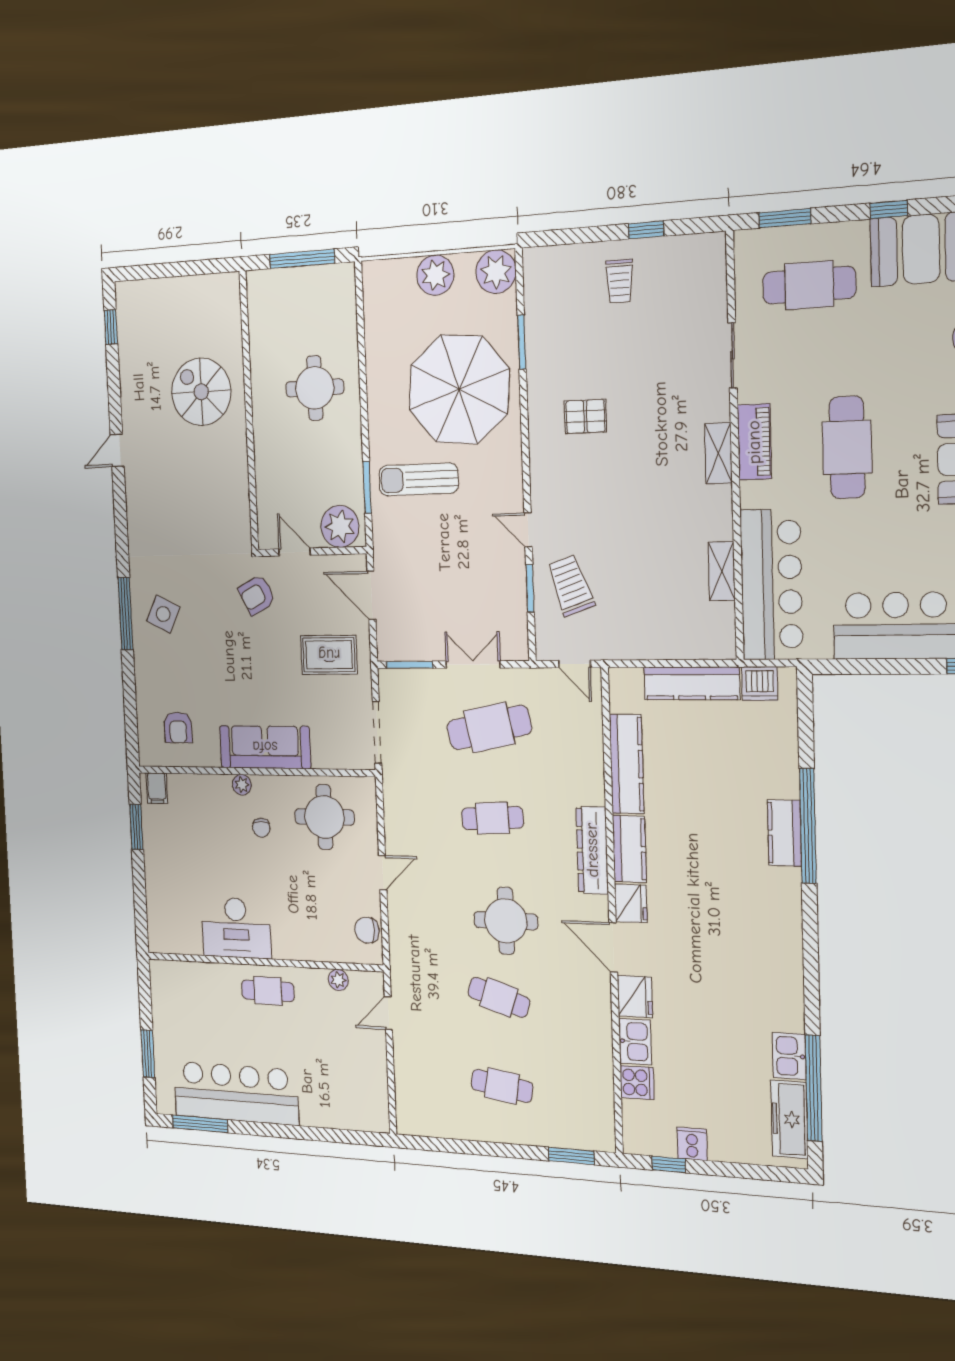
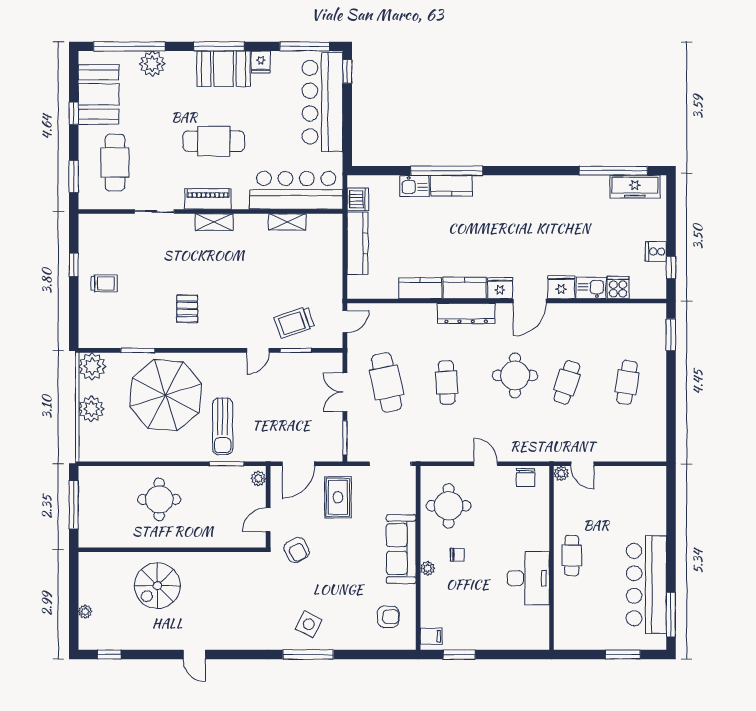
plant: (163, 287) -> (85, 612), added
plant: (340, 526) -> (258, 478), width x0.53, depth x0.53
kitchen counter: (627, 764) -> (420, 288), width x0.67
plant: (338, 980) -> (561, 473), moved
kitchen sink: (789, 1056) -> (415, 186), moved

